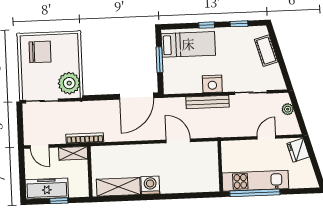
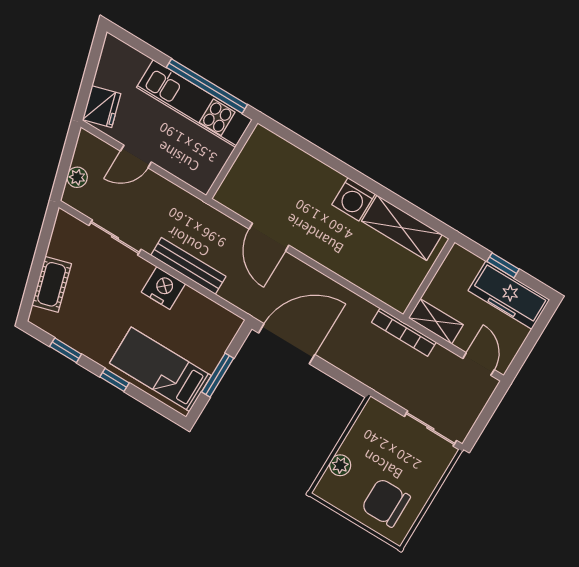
plant: (69, 83) -> (340, 465), moved, width x0.53, depth x0.53

